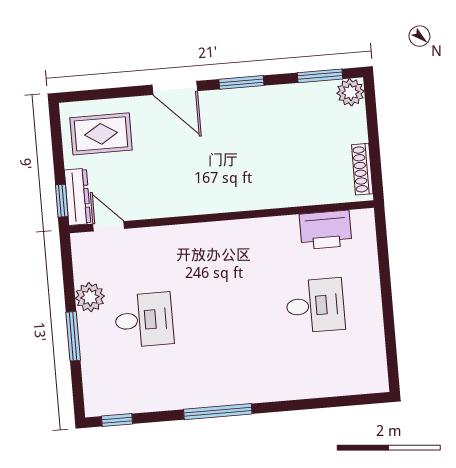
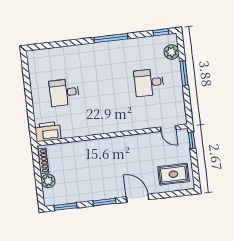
plant: (350, 92) -> (48, 181), moved
dresser: (78, 197) -> (184, 142), removed
printer: (326, 230) -> (48, 132), moved
plant: (90, 297) -> (171, 52), moved

